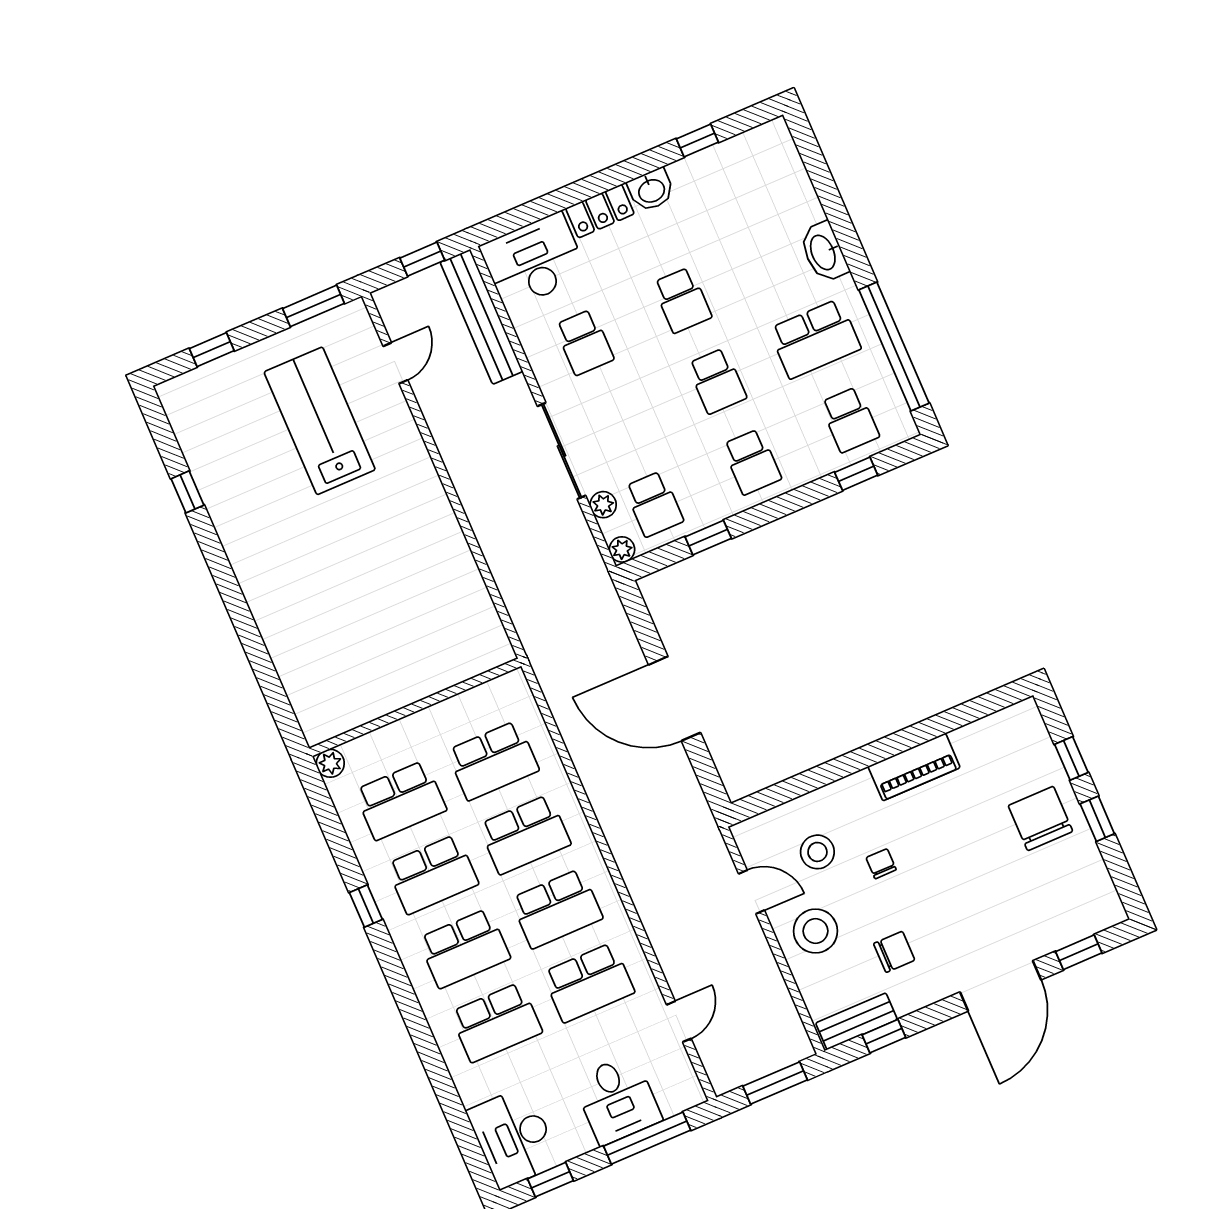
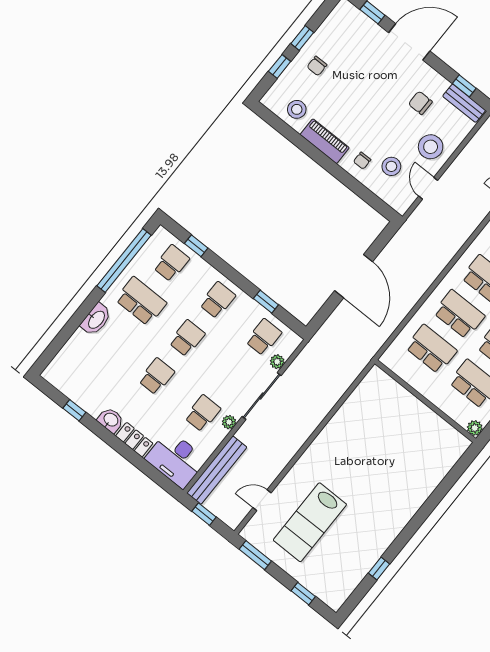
plant: (622, 549) -> (229, 422), moved
stool: (988, 750) -> (297, 109), added
chair: (1040, 818) -> (317, 66), width x0.54, depth x0.54
chair: (881, 864) -> (362, 161), moved

